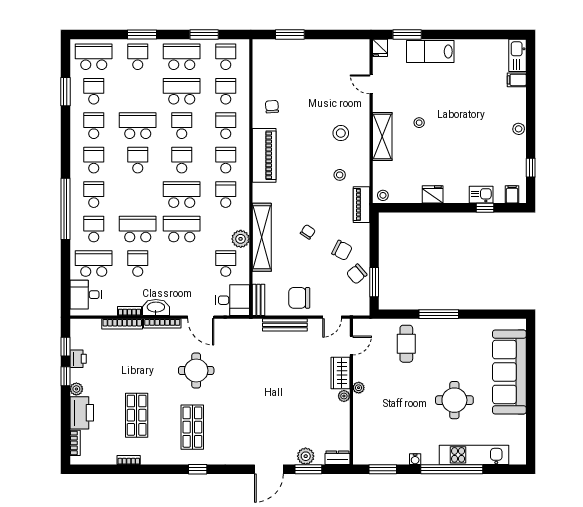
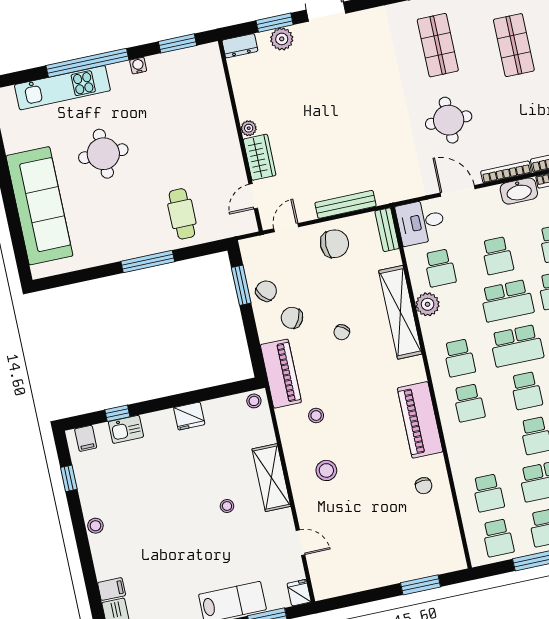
school desk: (226, 126) -> (497, 256), moved
piano: (362, 205) -> (281, 374), width x1.37, depth x1.33
plant: (359, 388) -> (232, 143), removed

